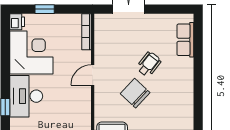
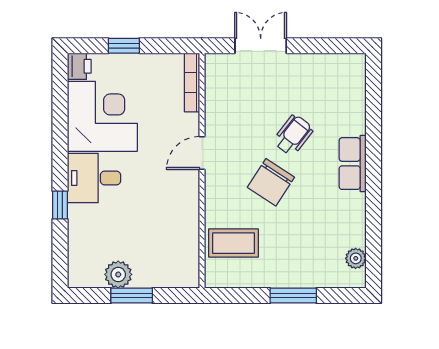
row of seats: (185, 40) -> (353, 164), moved
chair: (135, 93) -> (271, 182), turned -100
desk: (26, 96) -> (94, 178), width x0.73

